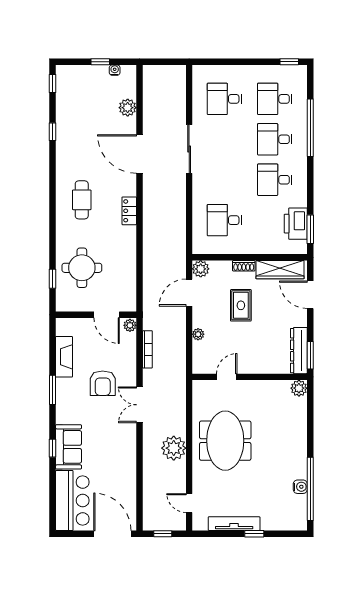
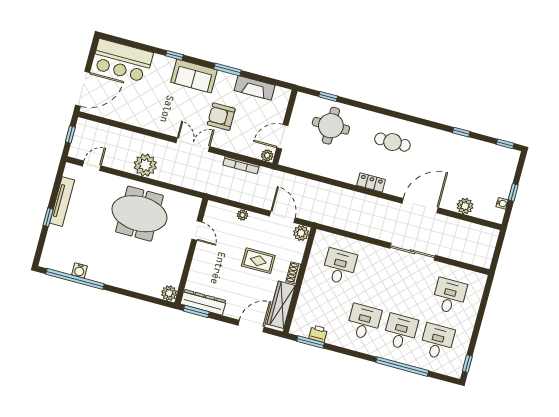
printer: (296, 224) -> (318, 334), width x0.53, depth x0.68
sofa: (69, 447) -> (194, 76), moved

